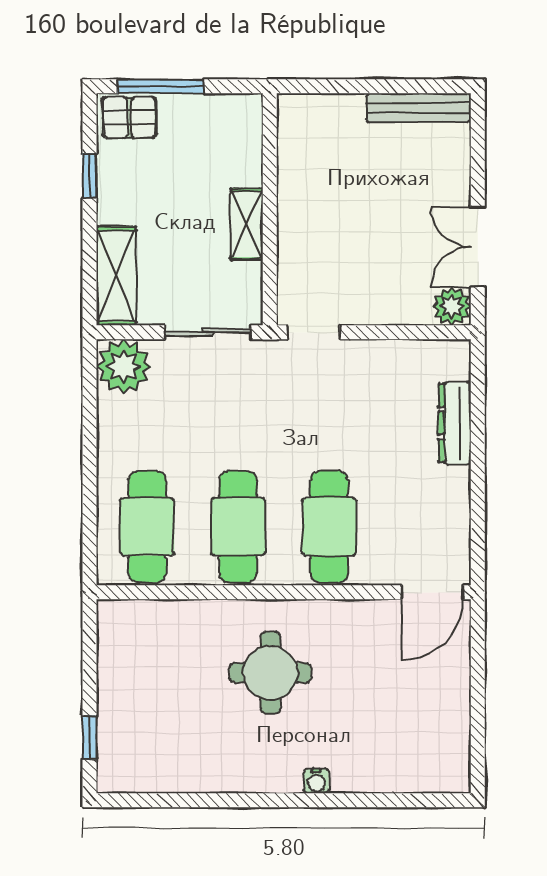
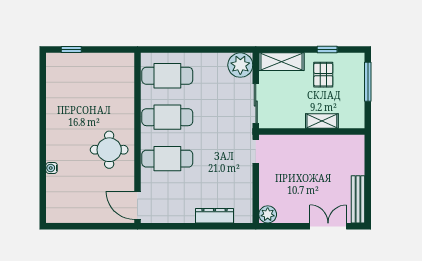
pallet: (129, 117) -> (323, 75), moved
shelving: (247, 224) -> (322, 121), moved
double door: (478, 247) -> (328, 226), moved
round table: (270, 673) -> (109, 150), moved
water cooler: (316, 781) -> (52, 168), moved

